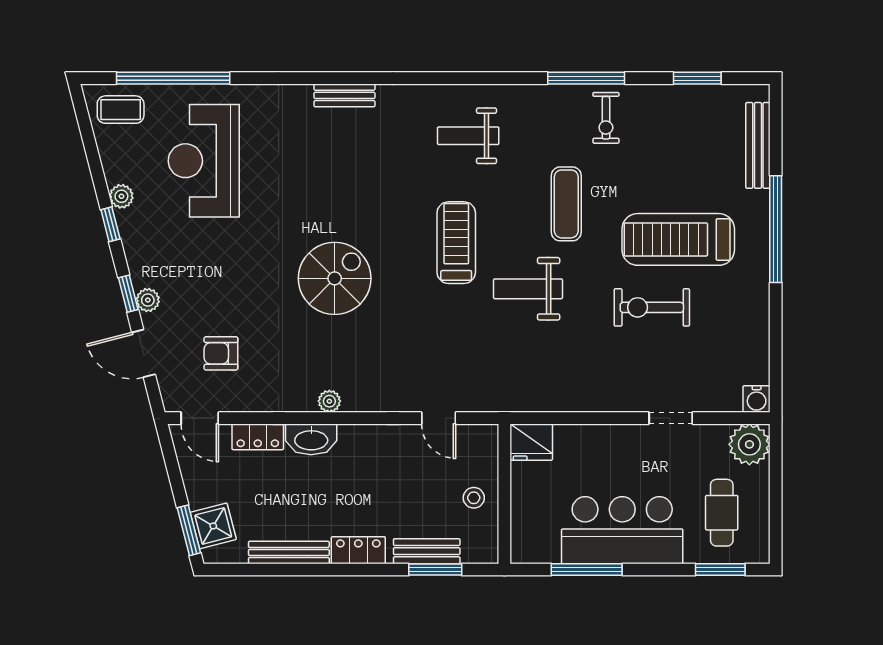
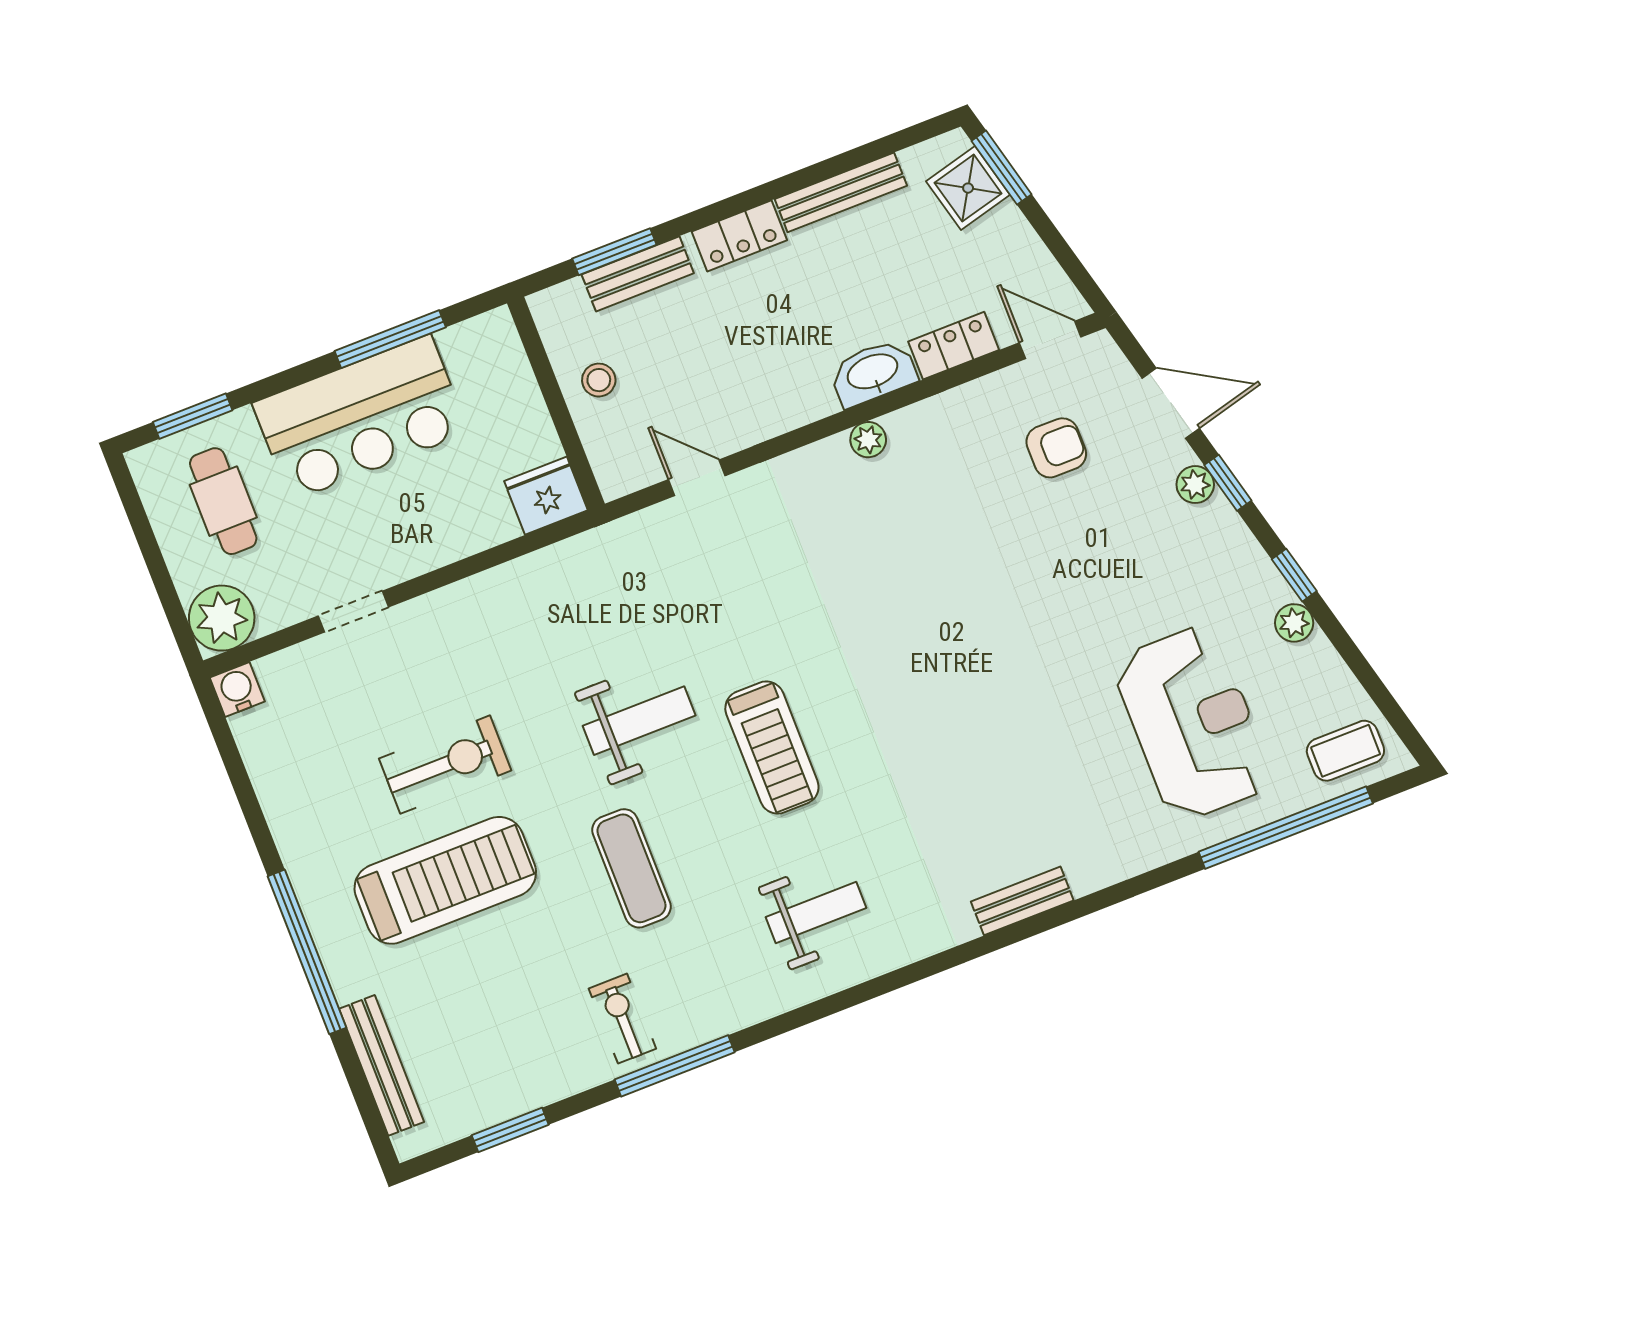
spiral stairs: (335, 278) -> (931, 624), removed

